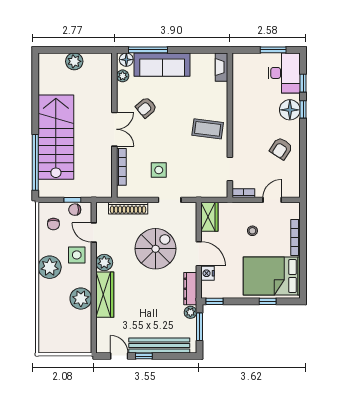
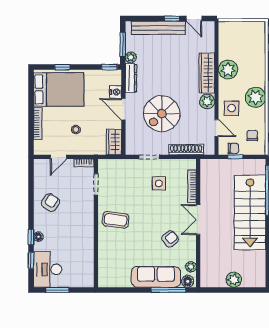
fireplace: (221, 67) -> (103, 275), removed
floor lamp: (290, 110) -> (38, 237), width x0.53, depth x0.53

